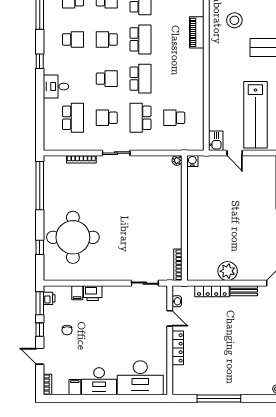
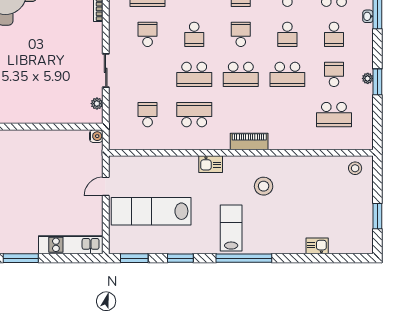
school desk: (140, 118) -> (194, 115), moved
kitchen sink: (216, 141) -> (211, 164), moved
sliding door: (116, 153) -> (106, 70), moved
plant: (177, 160) -> (97, 104), moved

